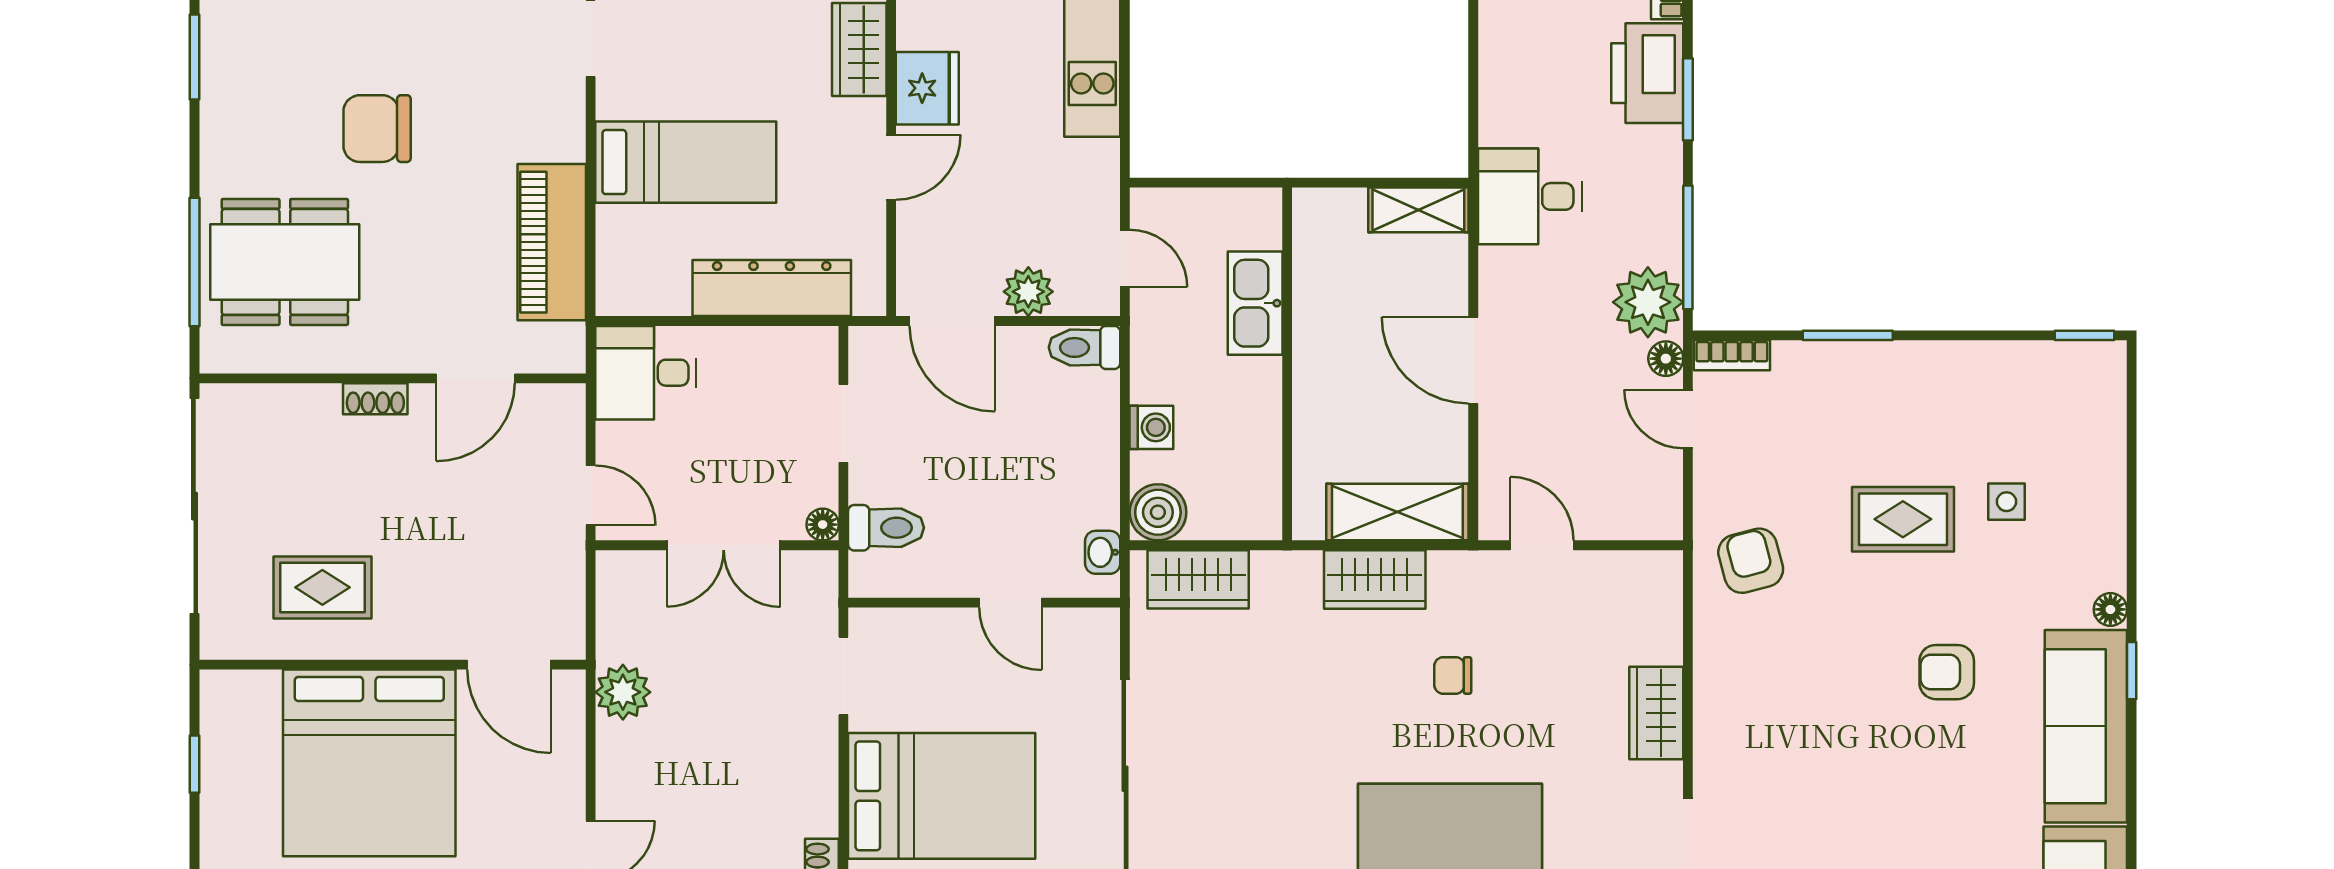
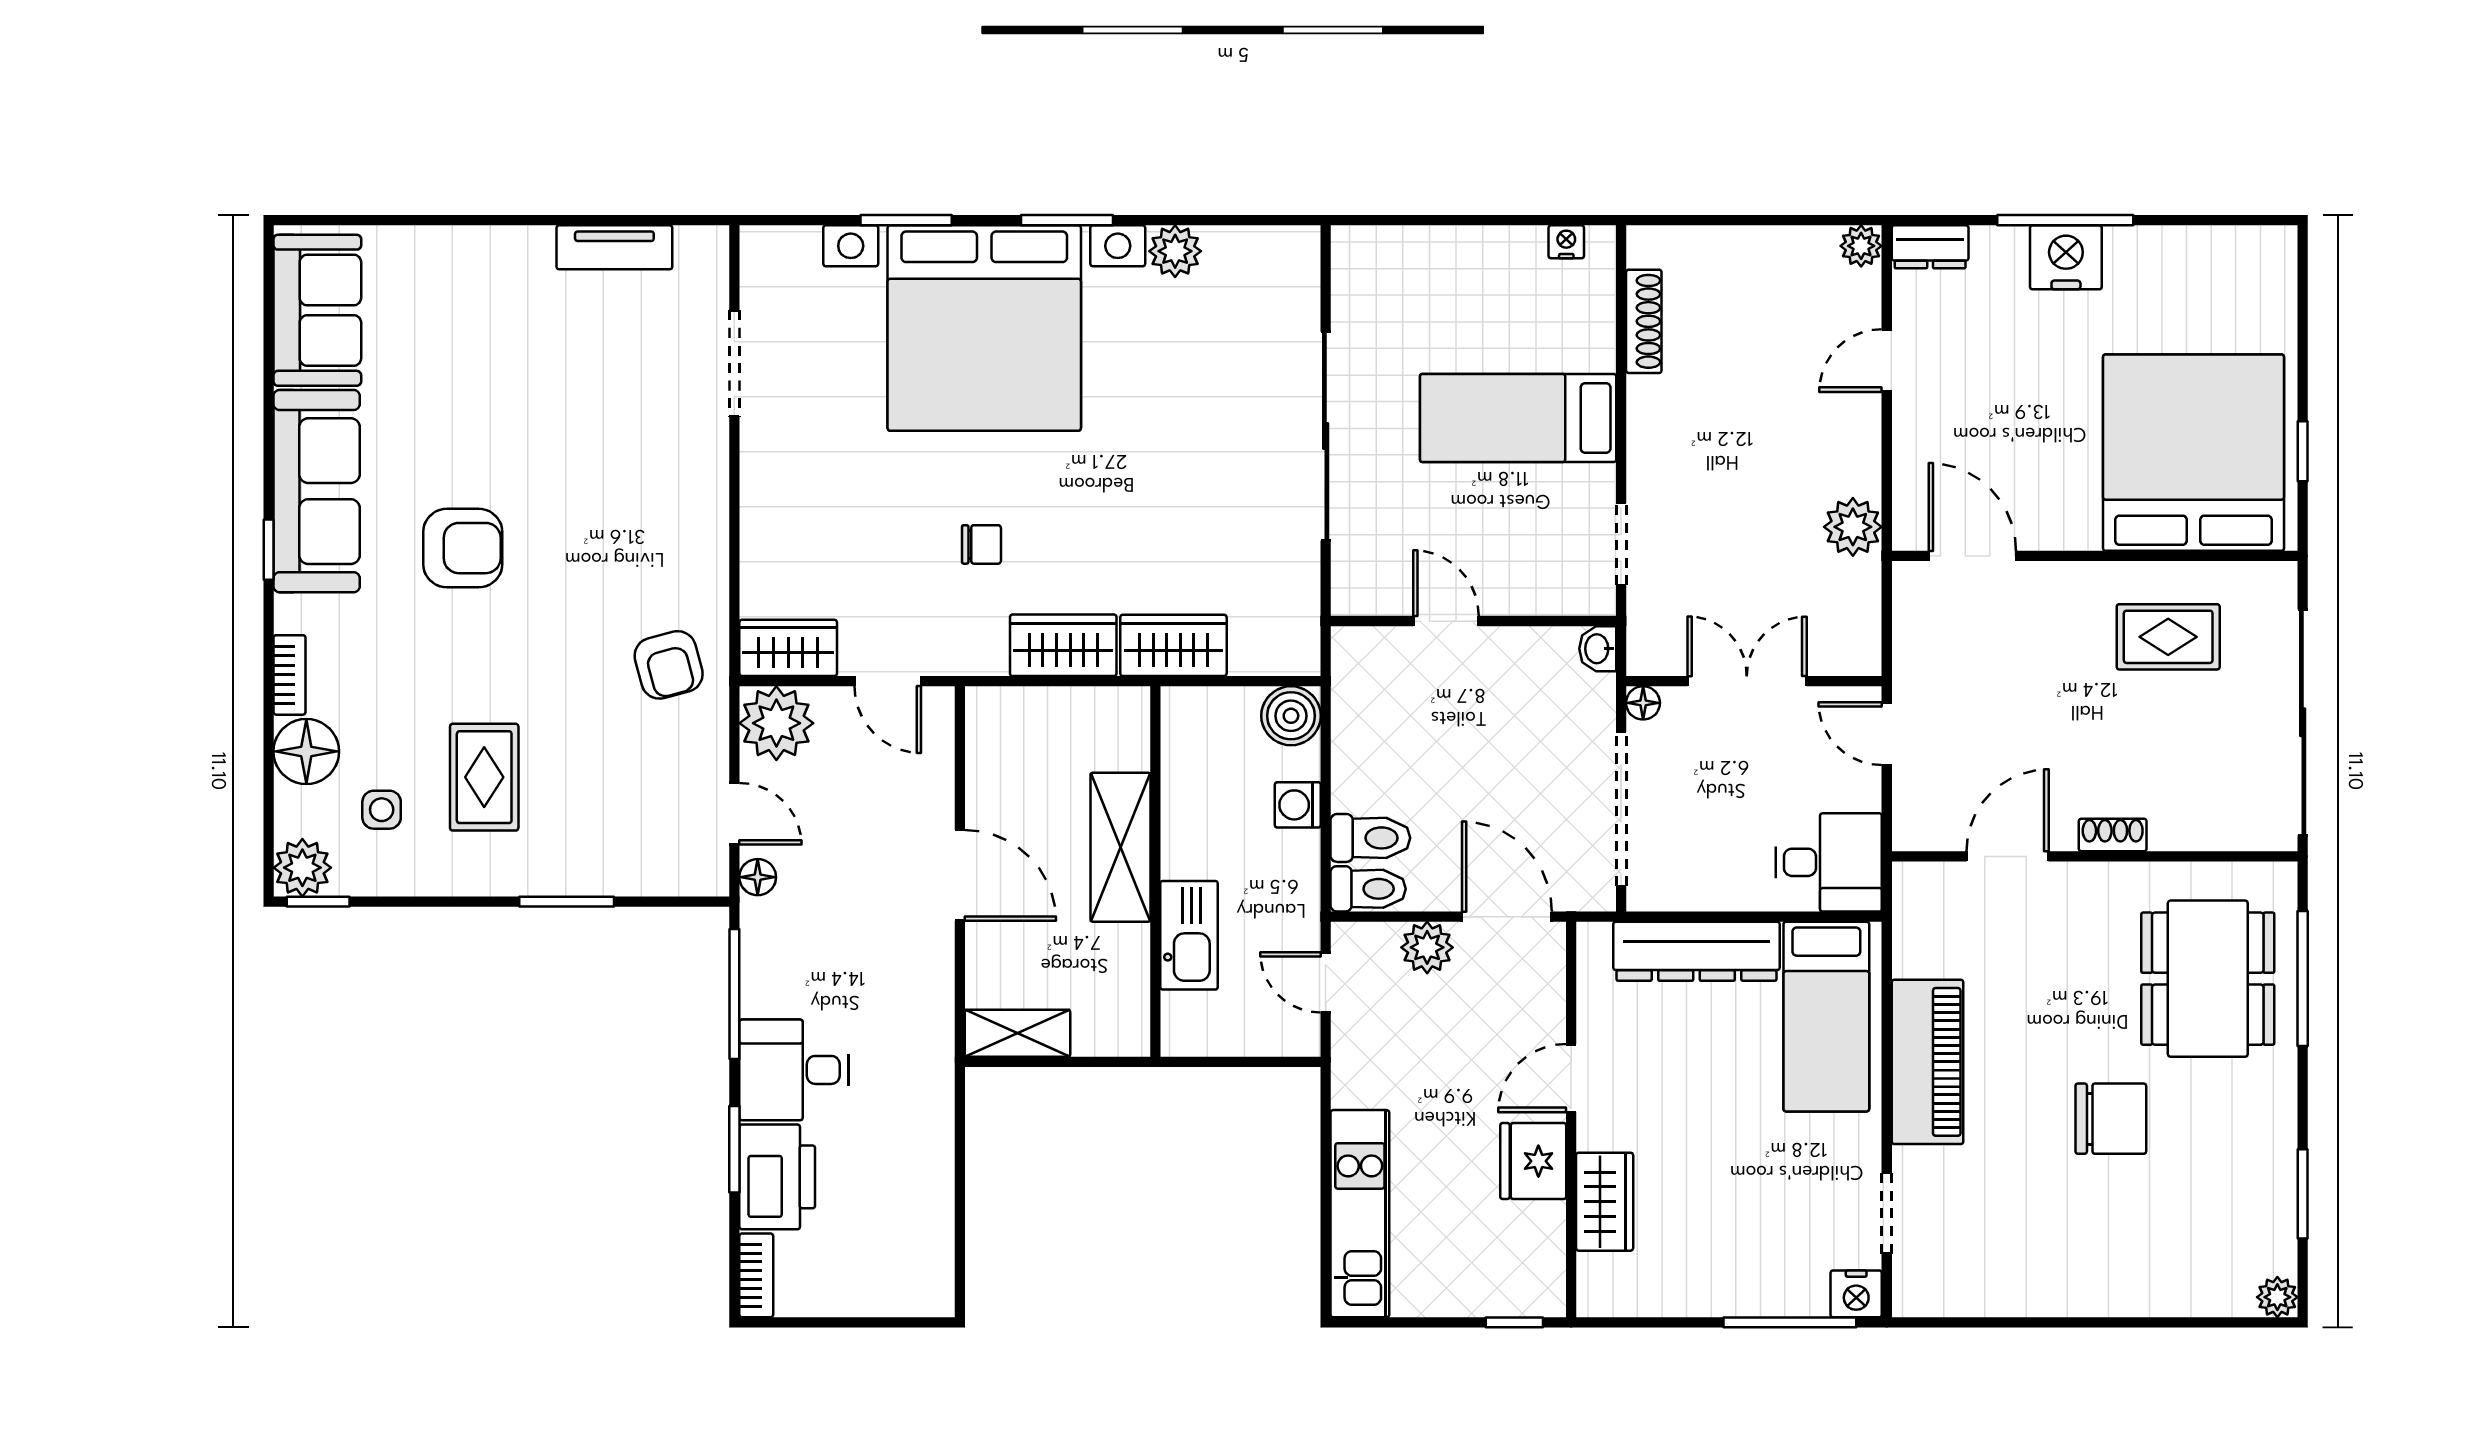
bed: (686, 162) -> (1826, 1017), moved, turned -90
desk: (1530, 196) -> (794, 1070), moved, turned 180
piano: (552, 242) -> (1927, 1062), moved
dining table: (285, 262) -> (2208, 979), turned 90
plant: (1648, 302) -> (776, 723), moved
bookcase: (1732, 355) -> (290, 675), moved, turned 90
plant: (2099, 368) -> (302, 868), added
doorway: (843, 423) -> (1621, 809), width x1.88
side table: (2006, 502) -> (382, 810), moved
shelving: (1397, 512) -> (1120, 847), moved, turned 90
rug: (1903, 519) -> (484, 777), moved, turned 90
toilet: (886, 528) -> (1370, 838), moved, turned 180
washbasin: (1103, 552) -> (1598, 649), moved, turned 180
wardrobe: (1198, 579) -> (1173, 645), moved
floor lamp: (2110, 609) -> (306, 751), moved, width x1.89, depth x1.89
armchair: (1947, 672) -> (463, 548), width x1.38, depth x1.38
wardrobe: (1656, 713) -> (788, 648), moved, turned -90
bed: (369, 763) -> (2193, 453), moved
bed: (942, 796) -> (1518, 418), width x0.67

